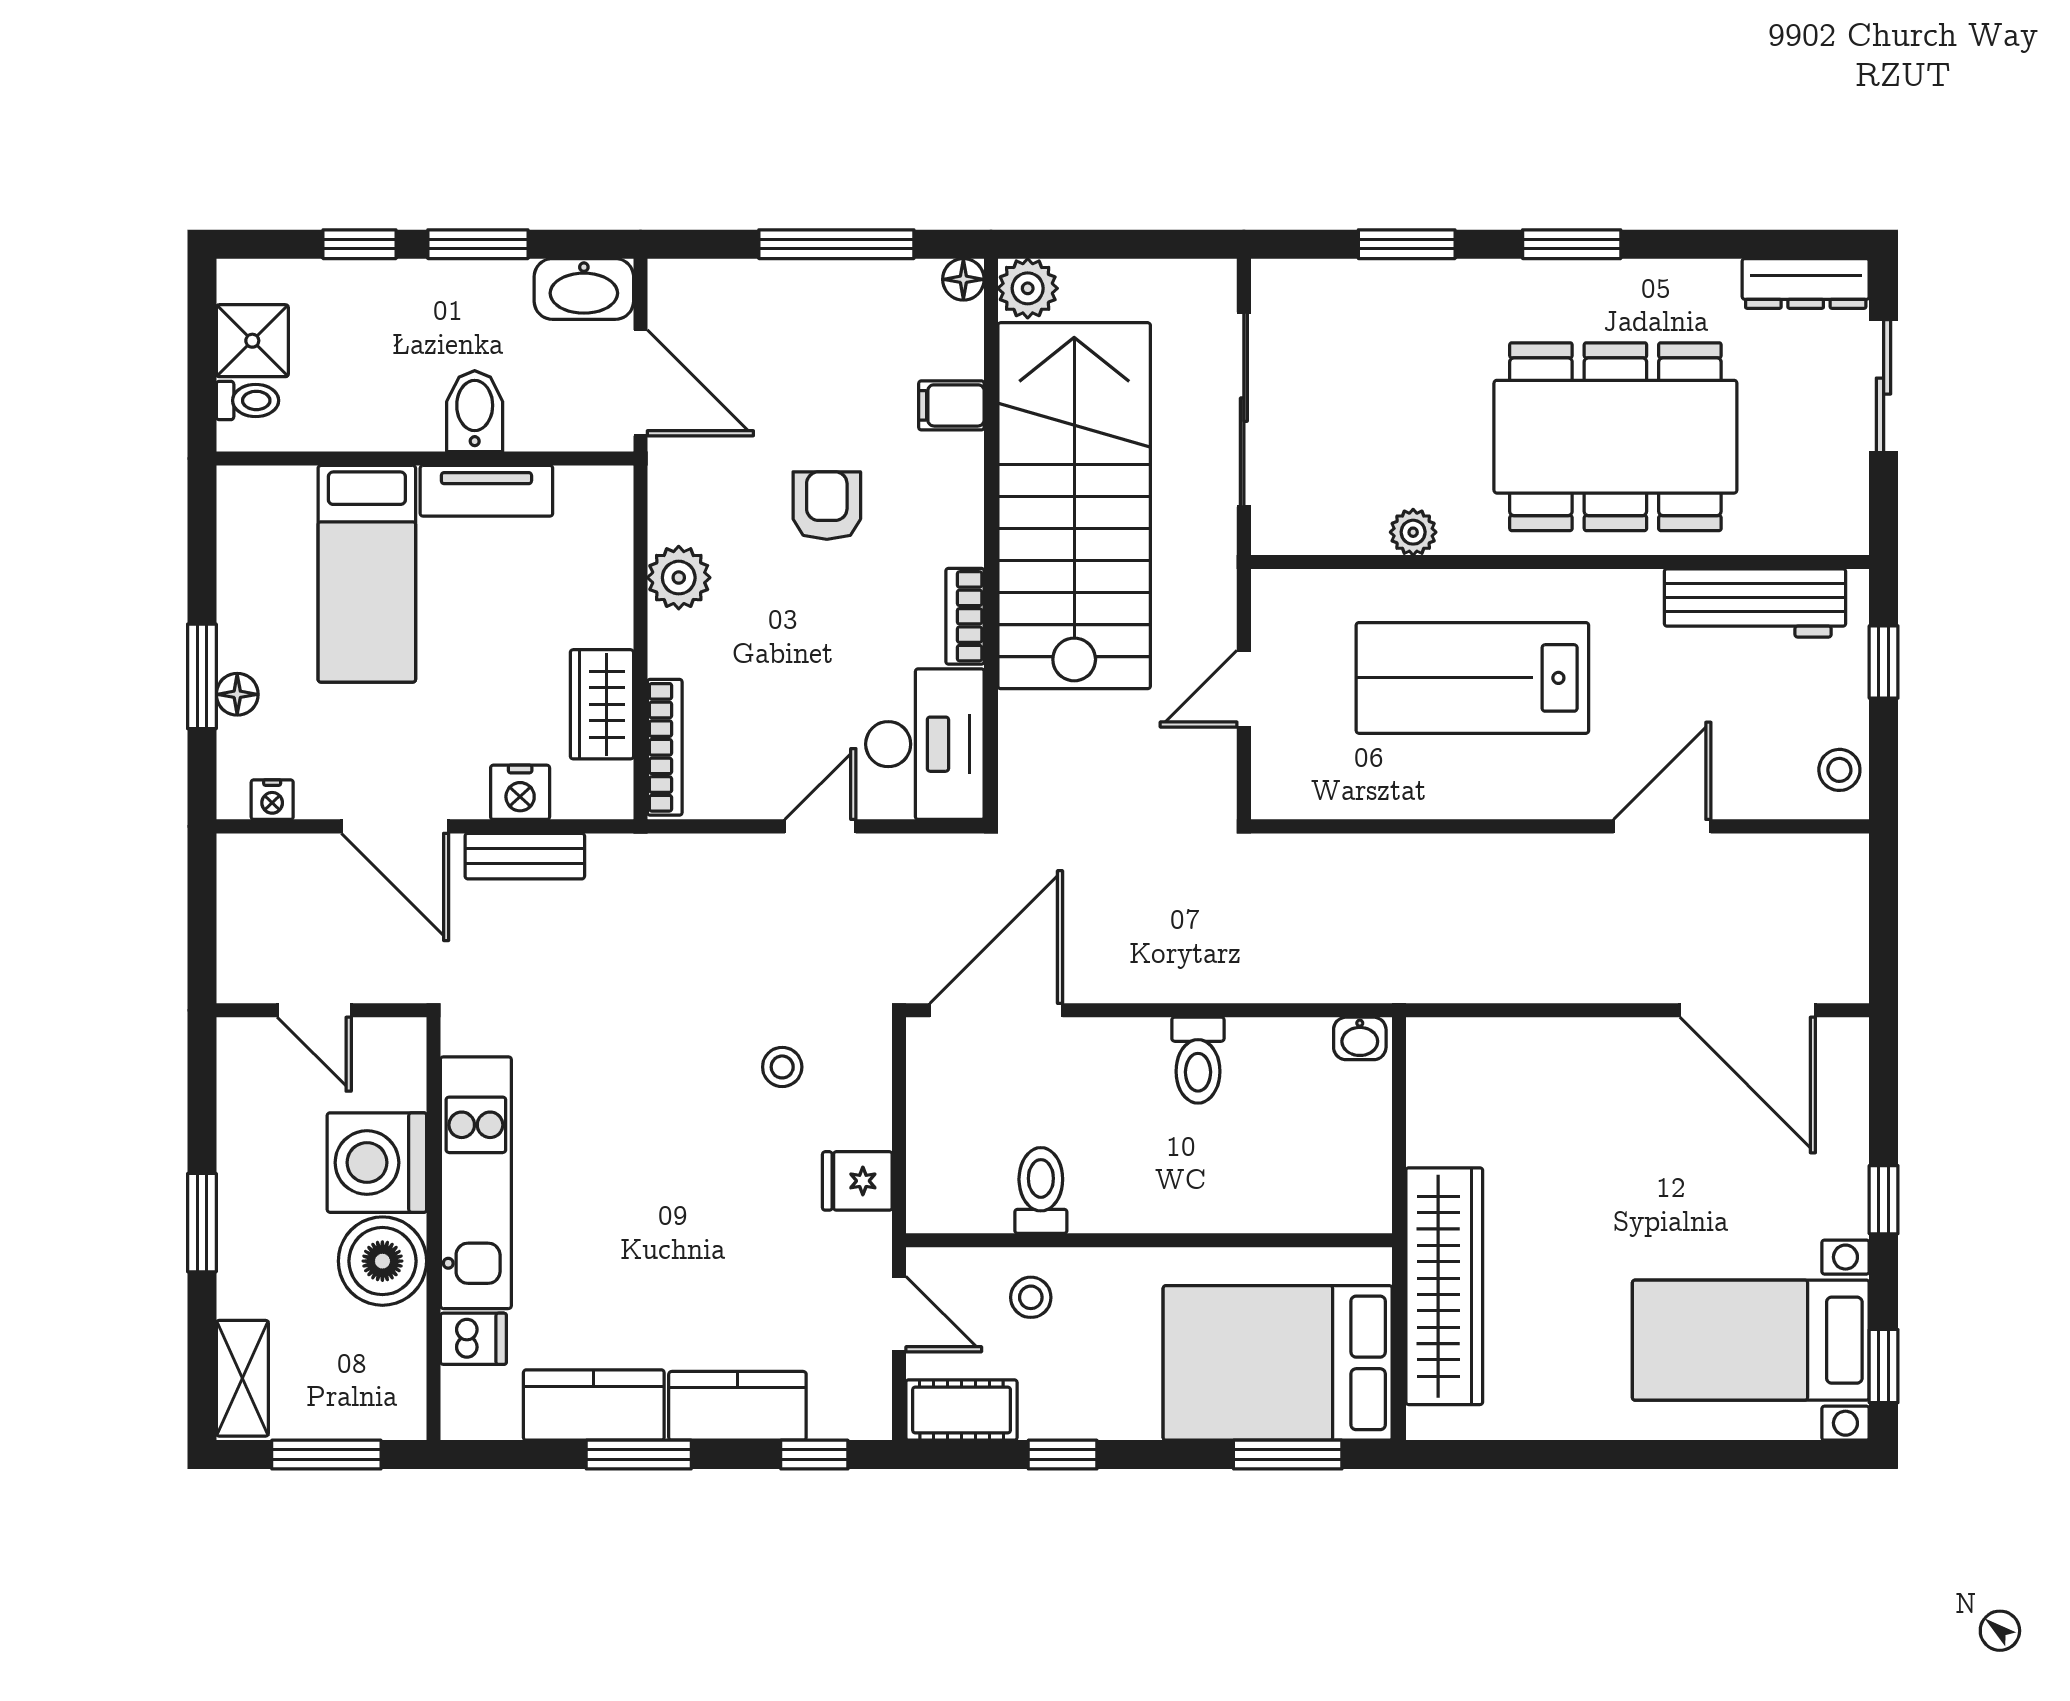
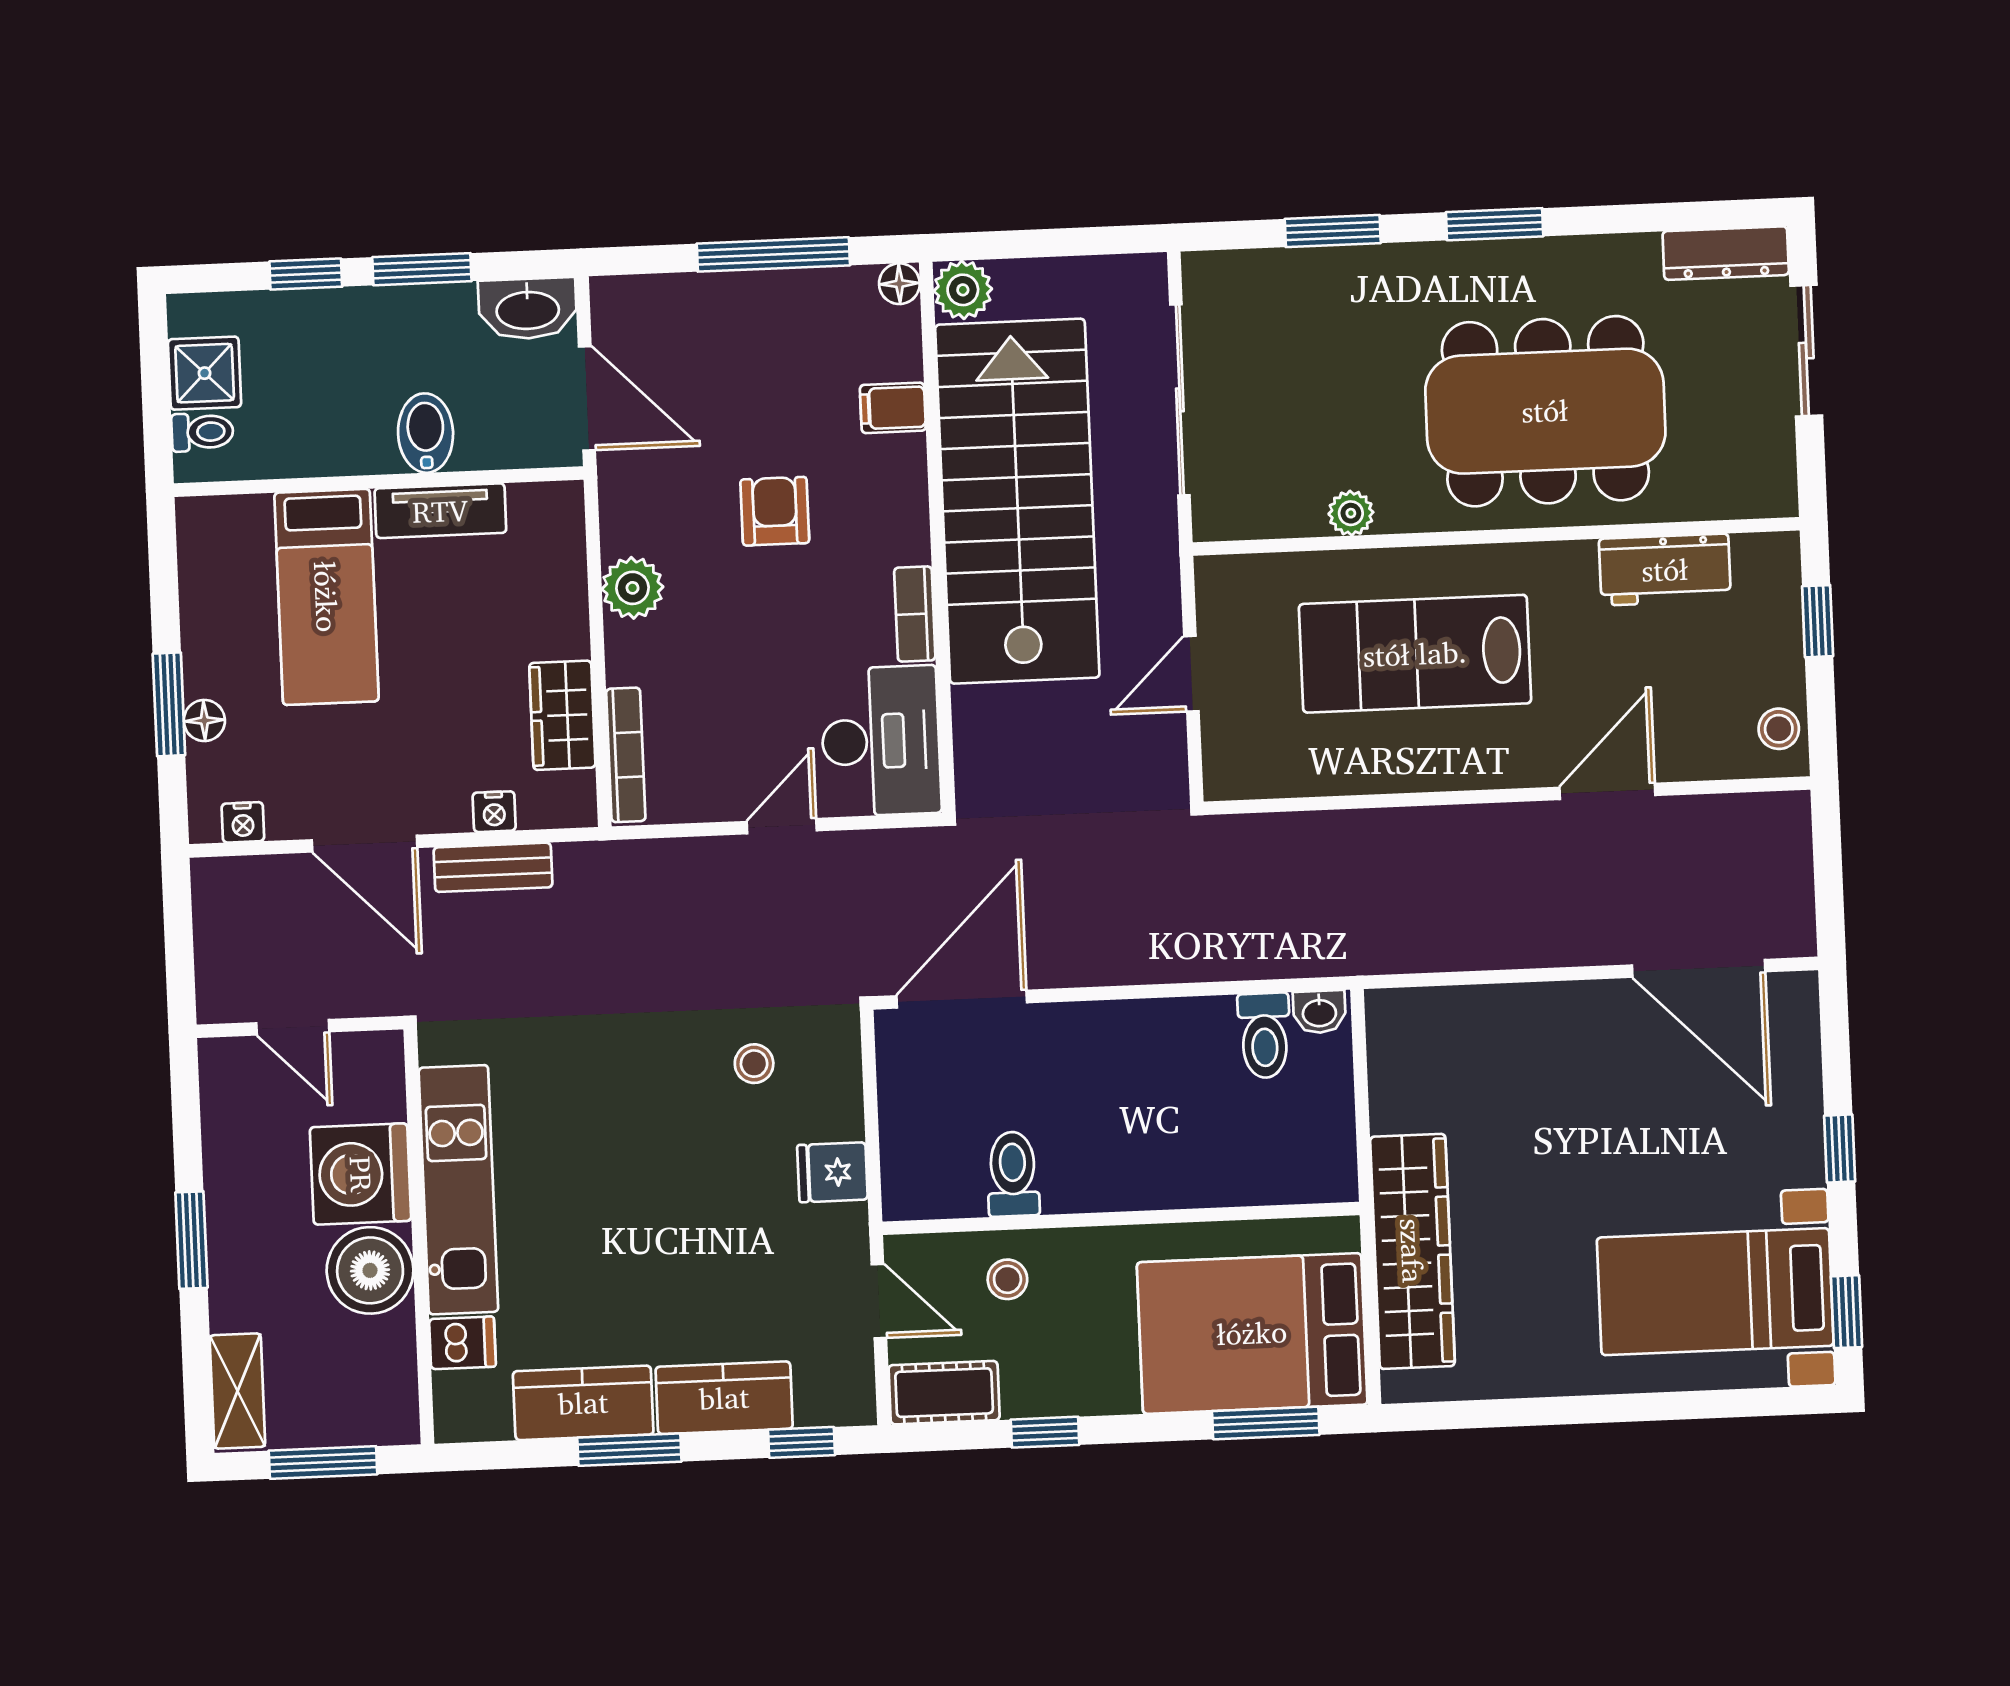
workbench: (1755, 603) -> (1665, 570), width x0.73
nightstand: (520, 792) -> (494, 812), width x0.72, depth x0.74
toilet: (1198, 1060) -> (1264, 1036), moved

